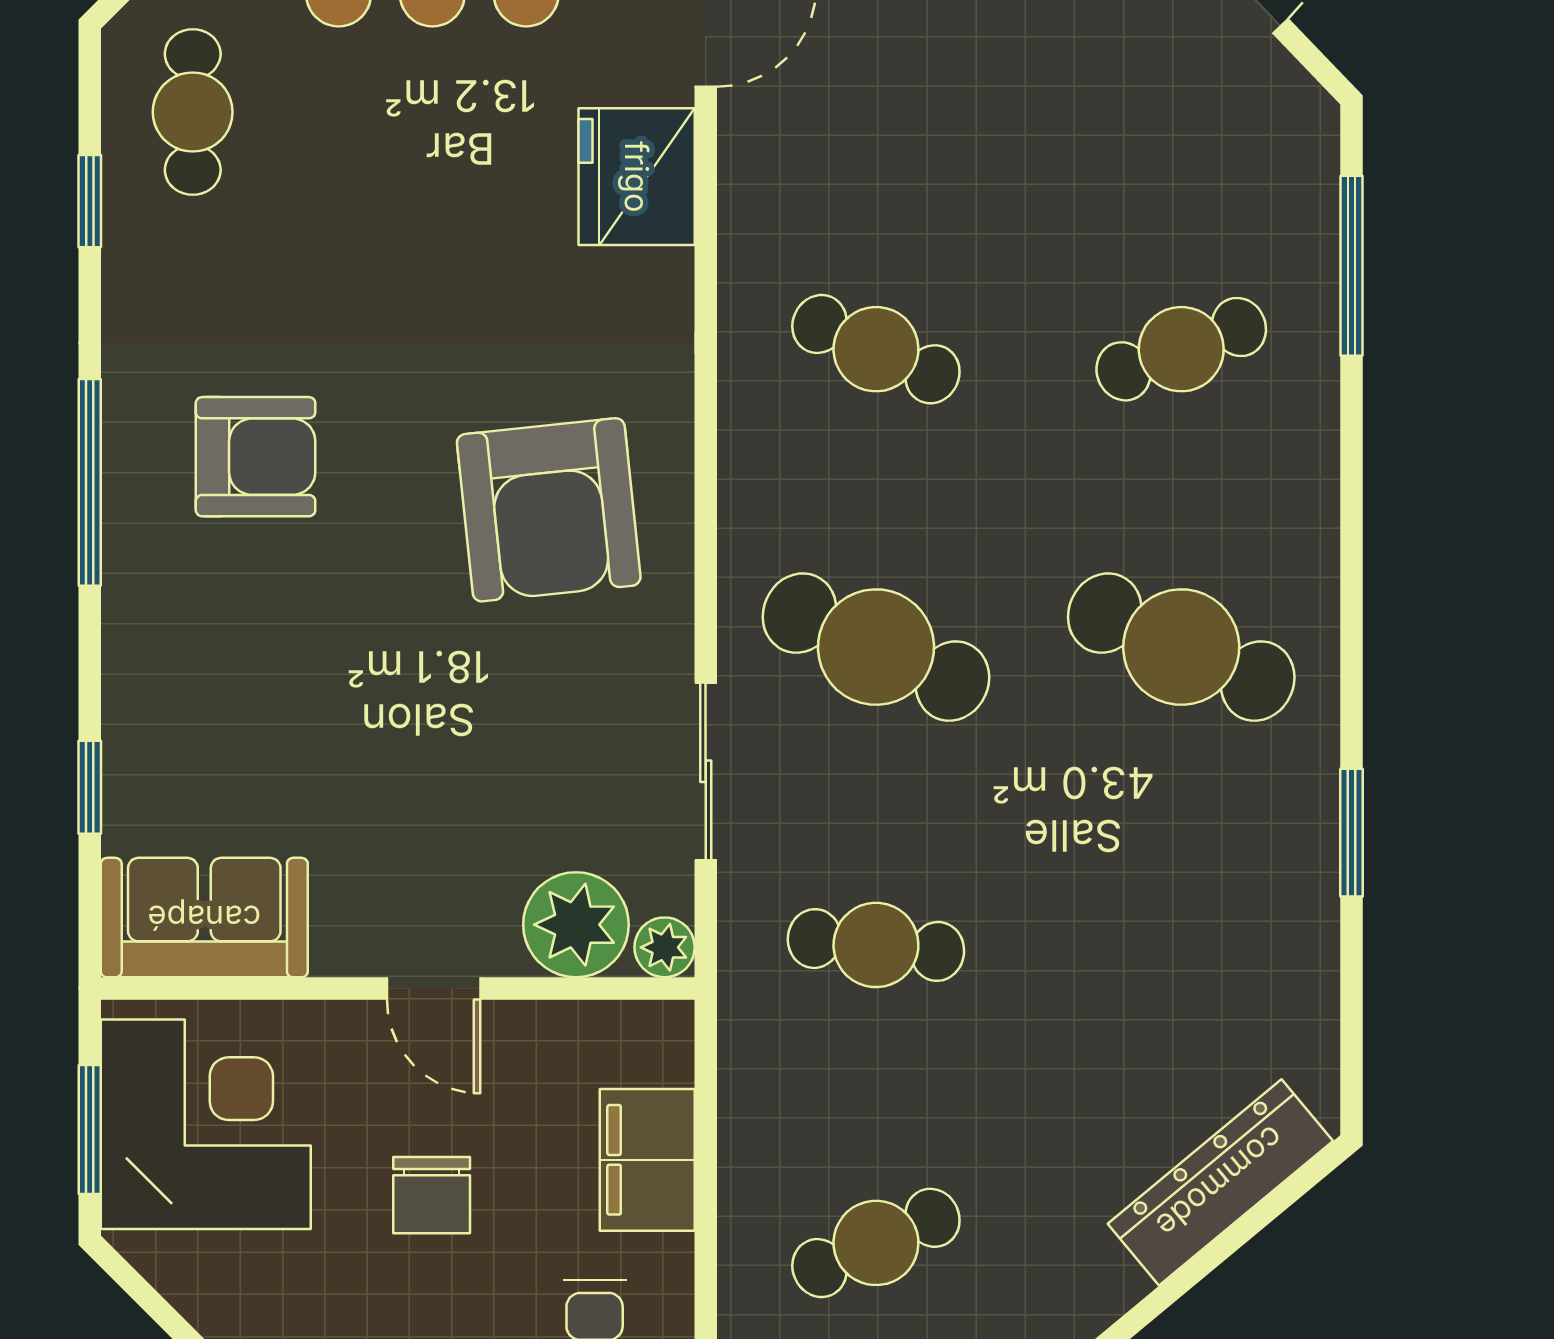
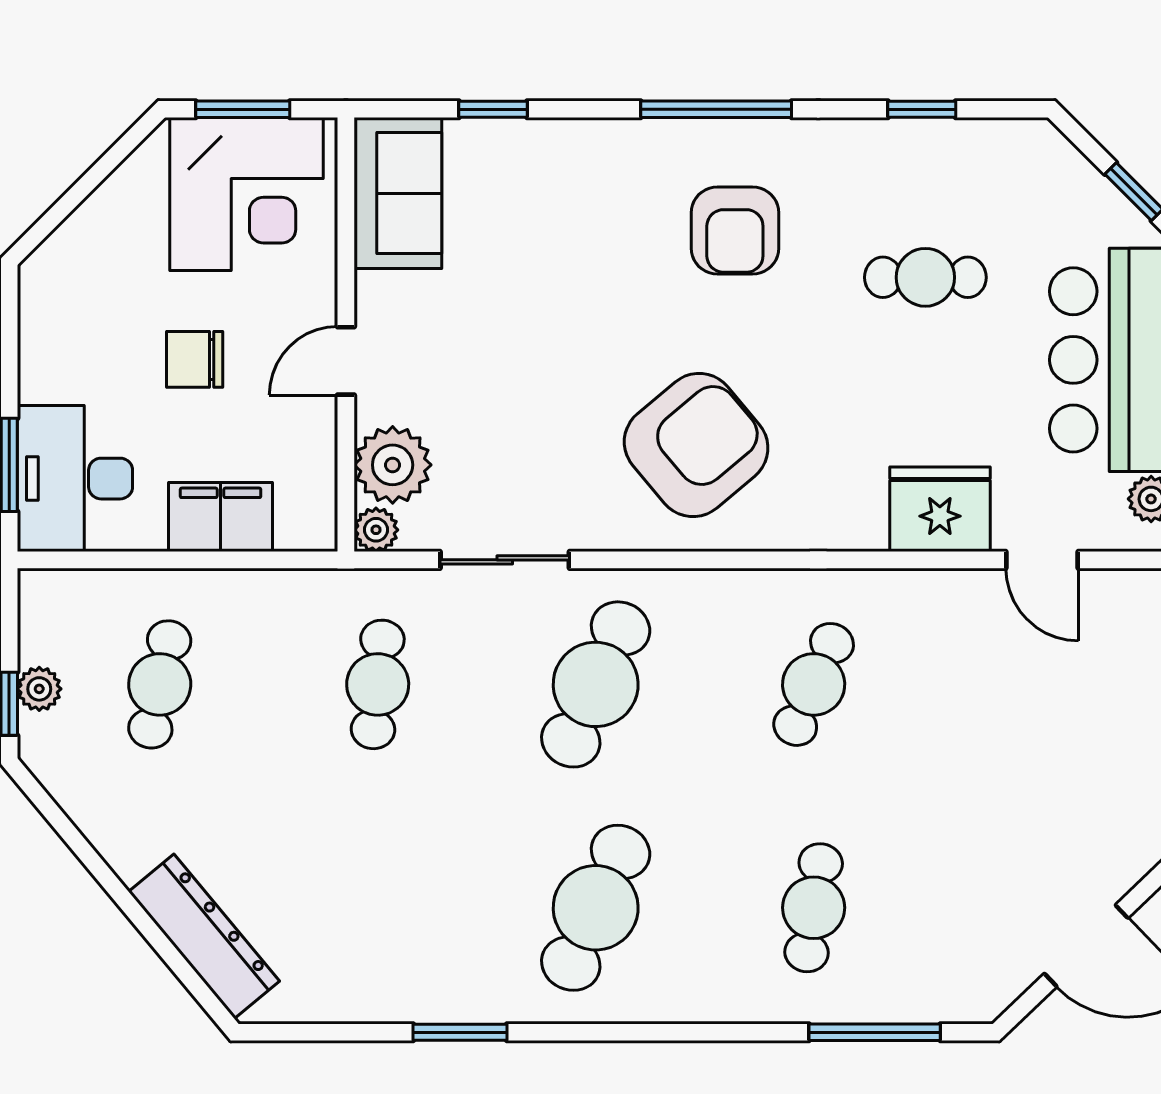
cafe table: (193, 112) -> (925, 277), moved
cafe table: (1181, 349) -> (814, 908), turned 30
armchair: (549, 510) -> (696, 445), turned 146
cafe table: (876, 1243) -> (160, 684), turned 36

